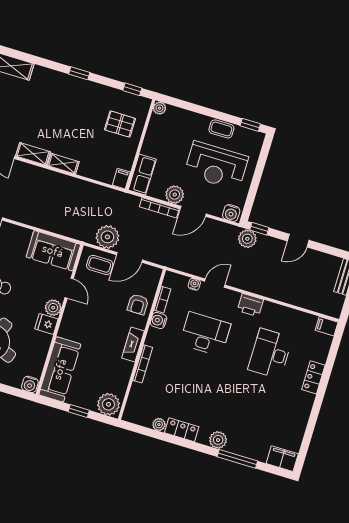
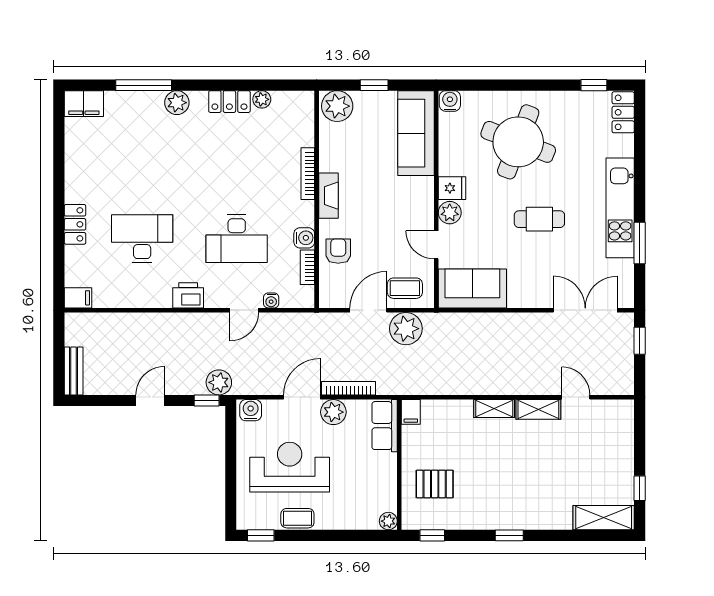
desk: (270, 354) -> (142, 239), turned -90

